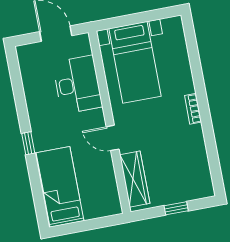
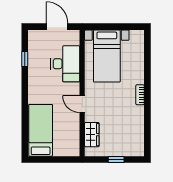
window: (28, 143) -> (25, 59), moved
wardrobe: (135, 179) -> (92, 135), width x0.67

